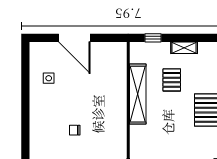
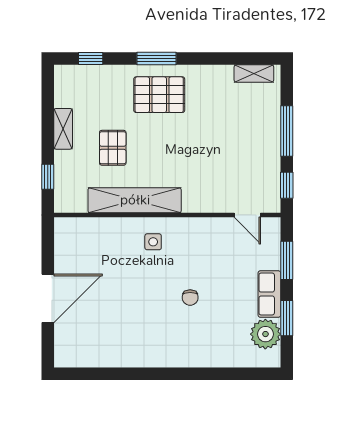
side table: (49, 78) -> (153, 242), moved
pallet: (172, 80) -> (113, 148), turned 90

